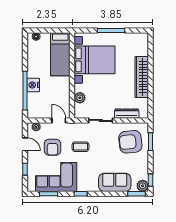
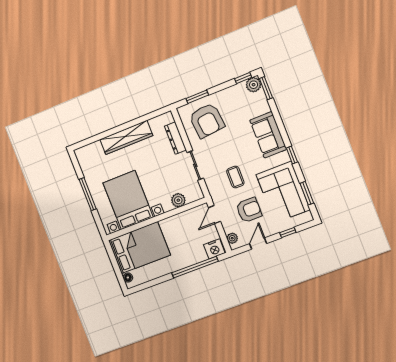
bed: (60, 54) -> (139, 248), width x1.50
nightstand: (33, 85) -> (214, 249), moved
sofa: (115, 182) -> (268, 135), moved

